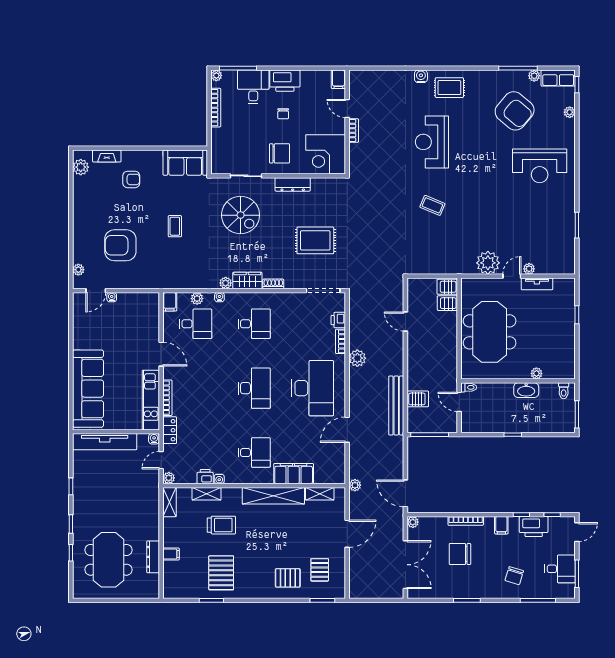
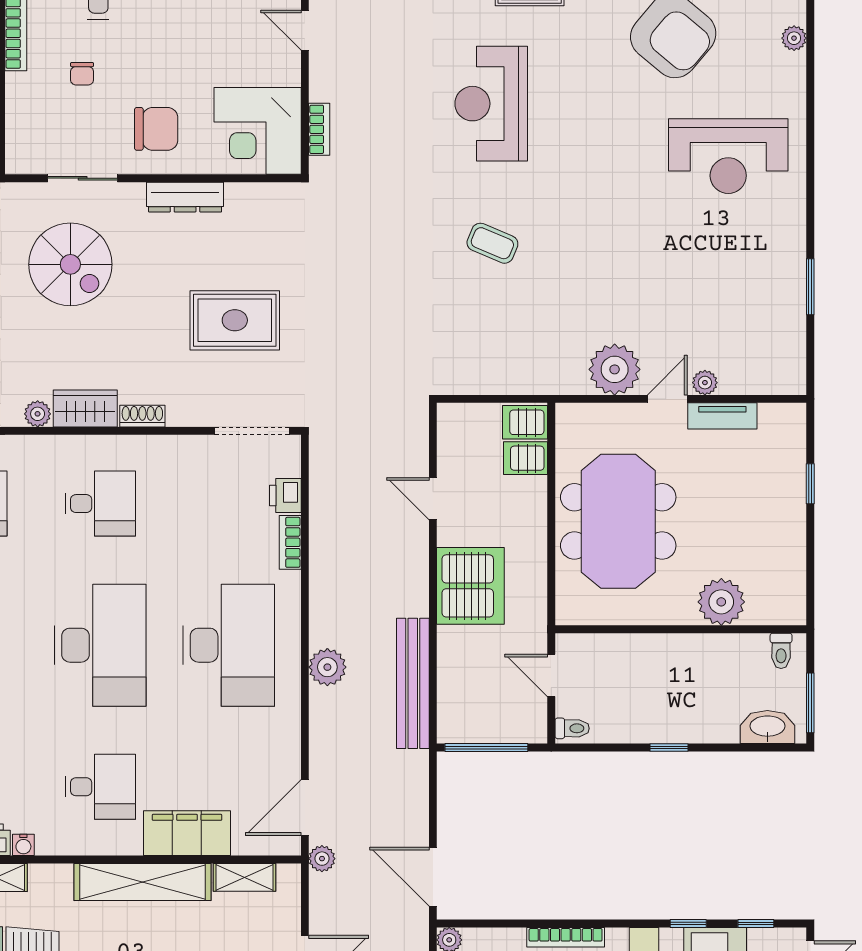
chair: (283, 114) -> (82, 74), moved
bookcase: (354, 131) -> (319, 129), moved
water cooler: (219, 297) -> (24, 445), removed
plant: (357, 358) -> (327, 667), moved
plant: (536, 373) -> (721, 602), width x1.87, depth x1.87
toilet: (469, 387) -> (572, 728), moved
desk: (254, 388) -> (100, 645), width x1.36, depth x1.30
washbasin: (526, 390) -> (767, 727), moved, turned 180
server rack: (418, 399) -> (470, 586), moved, width x2.18, depth x1.44
door: (347, 430) -> (305, 808), moved

